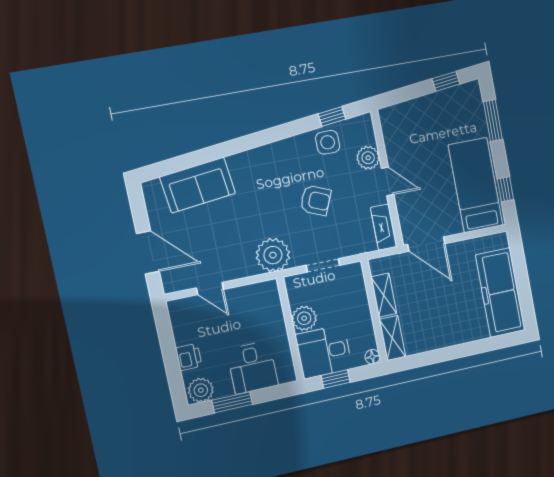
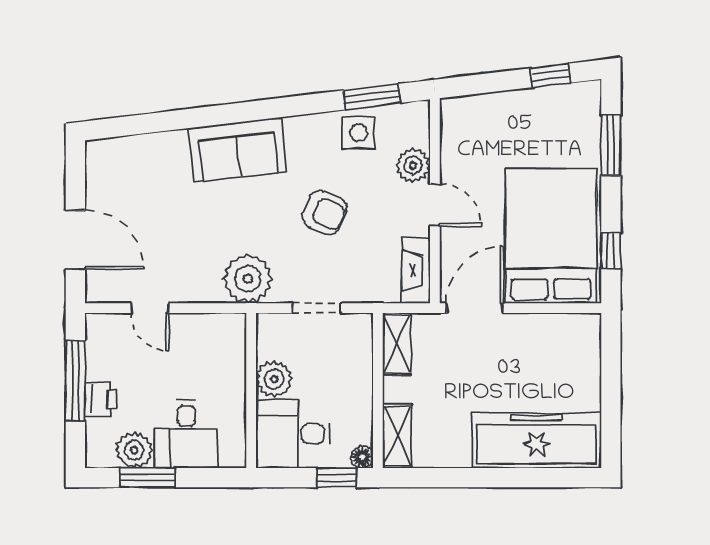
window: (332, 116) -> (372, 97), width x1.50
sofa: (198, 185) -> (238, 150), moved
bed: (476, 185) -> (551, 236), width x1.50
door: (426, 244) -> (475, 308), swing flipped
freezer: (500, 293) -> (537, 440), moved, turned 90
shelving: (384, 295) -> (397, 344), moved
window: (169, 348) -> (75, 380), added
window: (336, 379) -> (337, 478), moved
plant: (201, 390) -> (134, 450), moved

